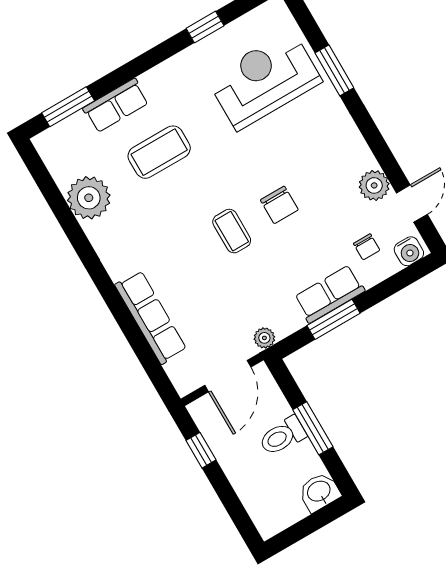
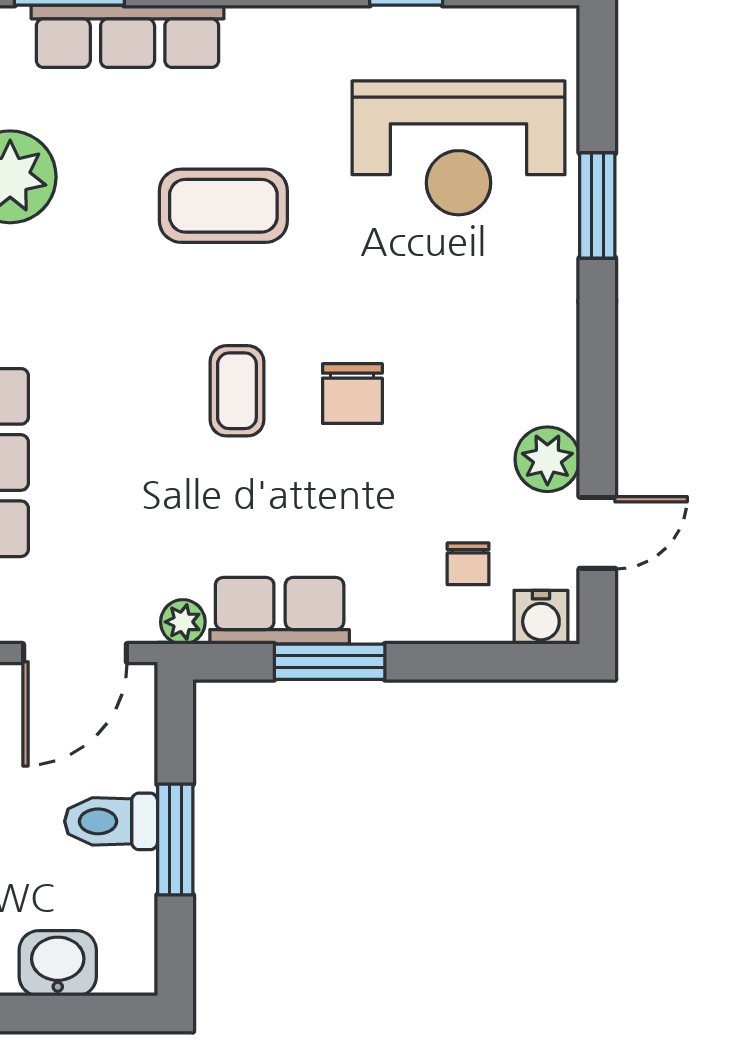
reception desk: (264, 80) -> (459, 148), turned 180
row of seats: (116, 105) -> (128, 36), width x1.48
coffee table: (159, 152) -> (223, 206), moved
row of seats: (329, 294) -> (280, 611), moved
washbasin: (319, 492) -> (58, 963), moved

